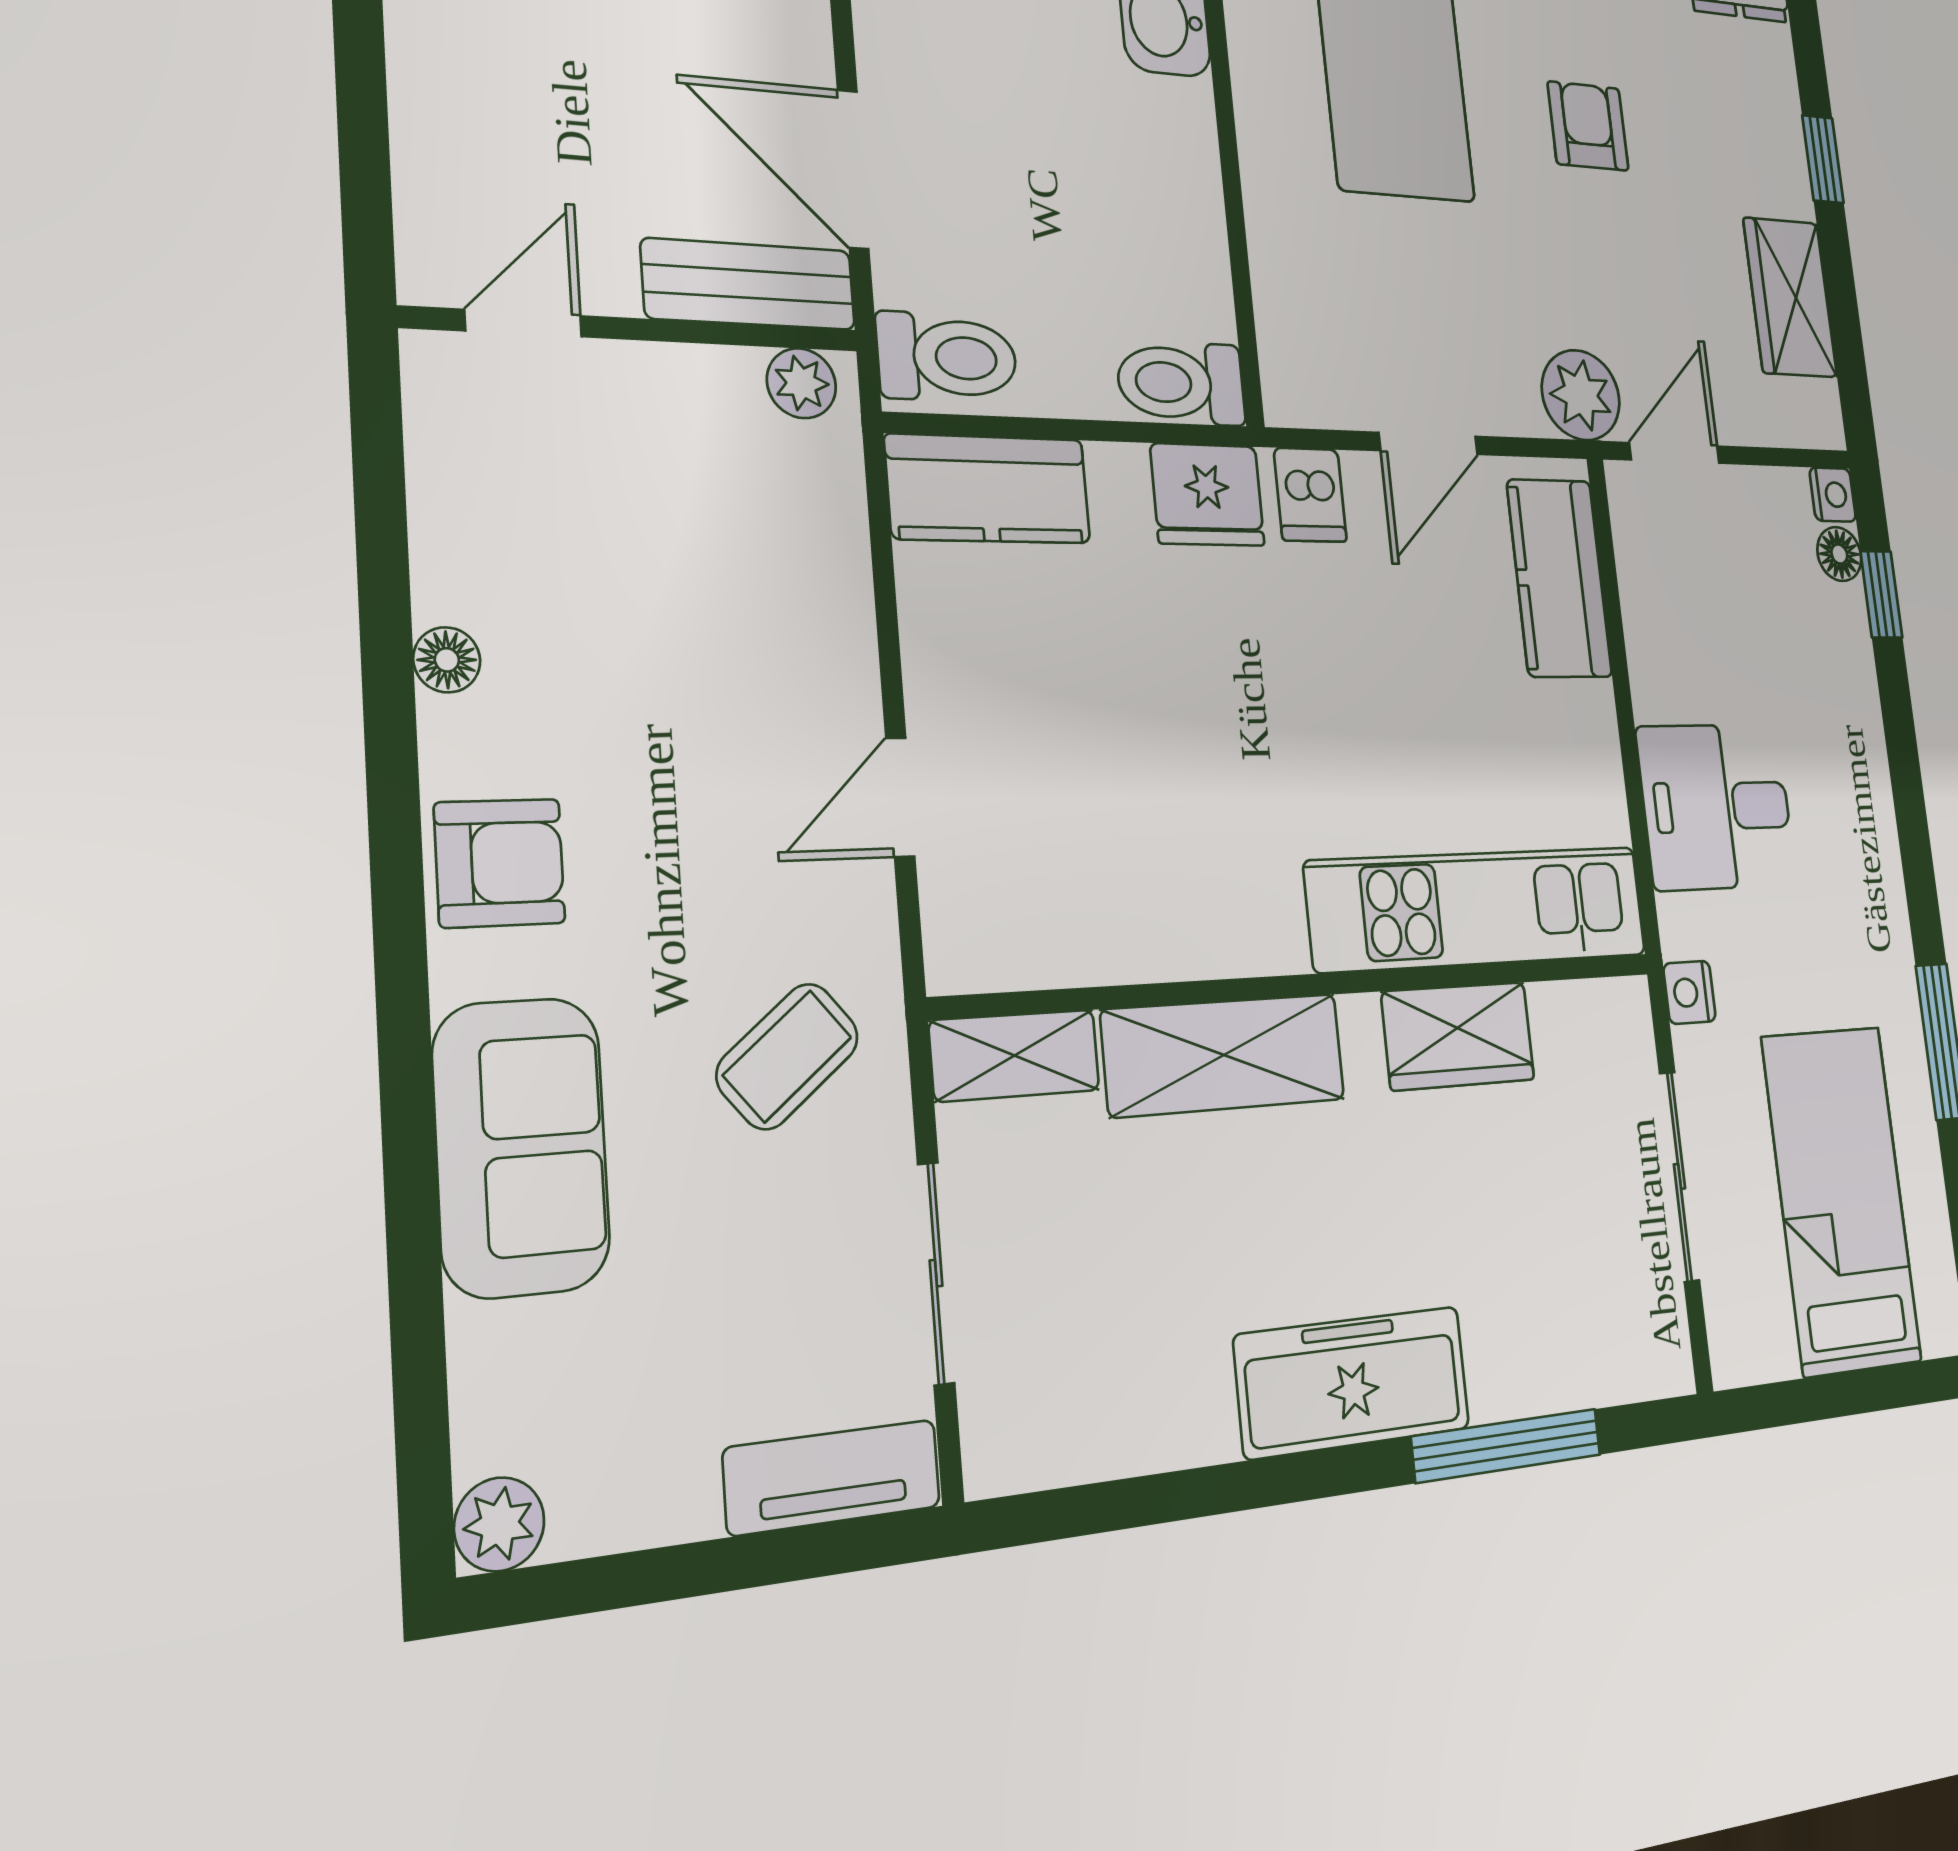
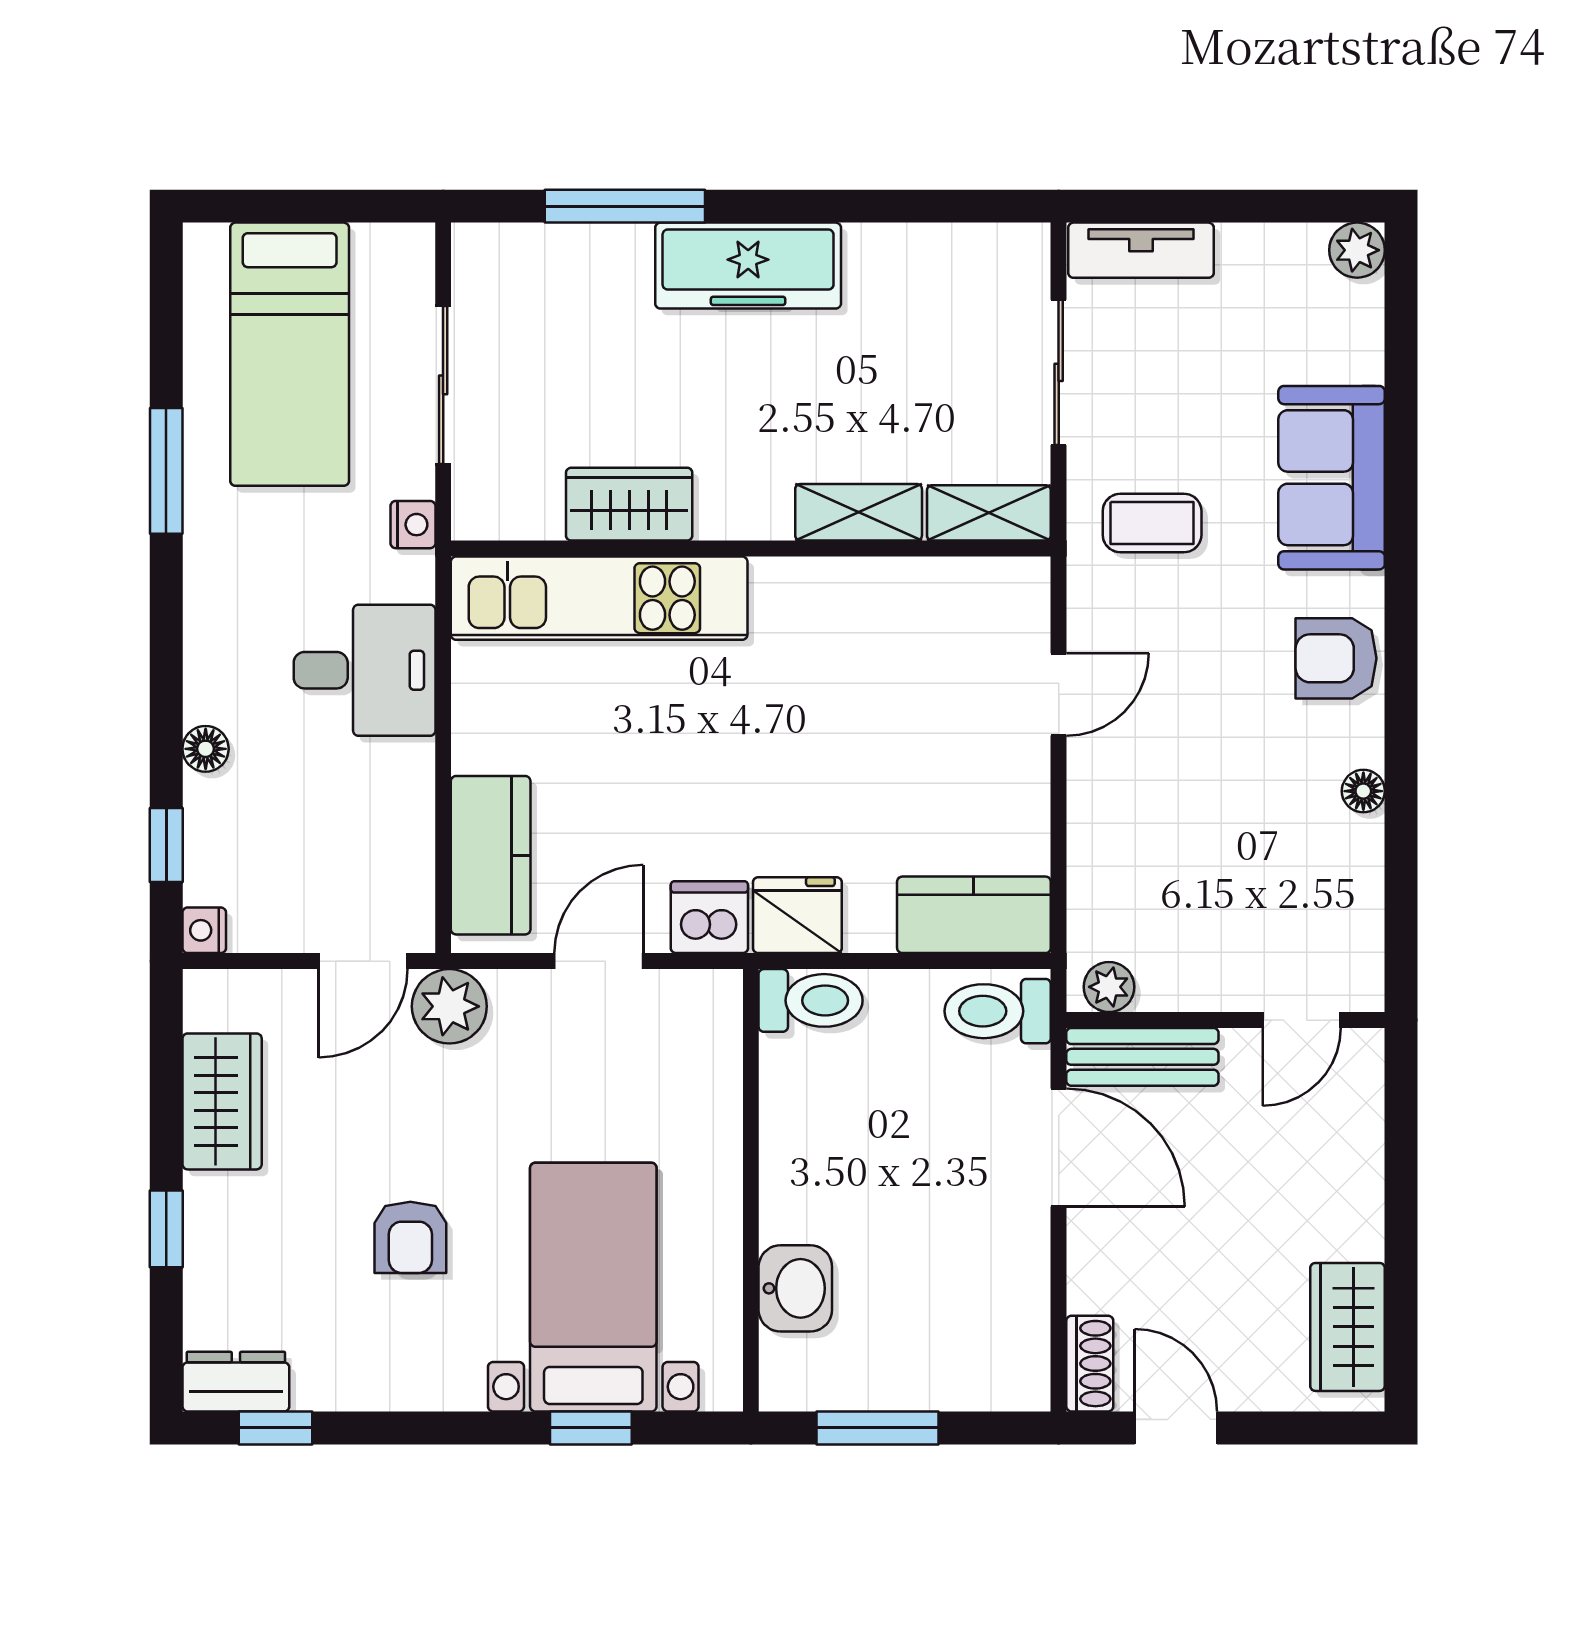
dishwasher: (1310, 495) -> (709, 917), width x1.38
floor lamp: (1839, 554) -> (206, 749), moved
shelving: (1224, 1055) -> (859, 512), width x0.67, depth x0.75
coffee table: (788, 1056) -> (1152, 523), turned 39

